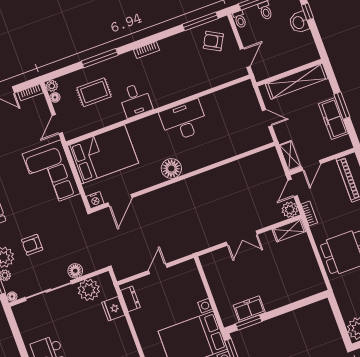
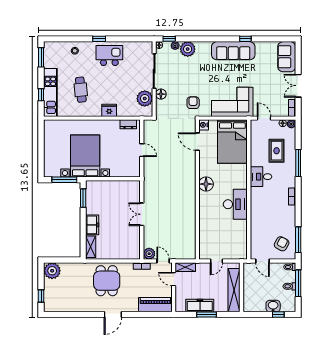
shelving: (289, 230) -> (91, 247), moved
armchair: (32, 245) -> (193, 103), moved
fridge: (113, 309) -> (109, 110), moved
freezer: (249, 309) -> (92, 225), moved

